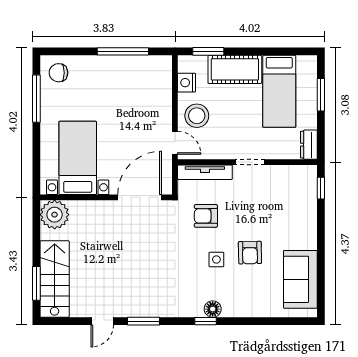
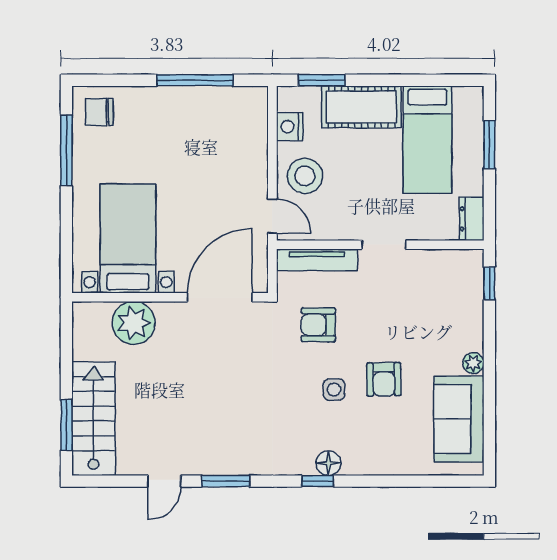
plant: (55, 215) -> (134, 323), moved
plant: (310, 242) -> (473, 363), added

